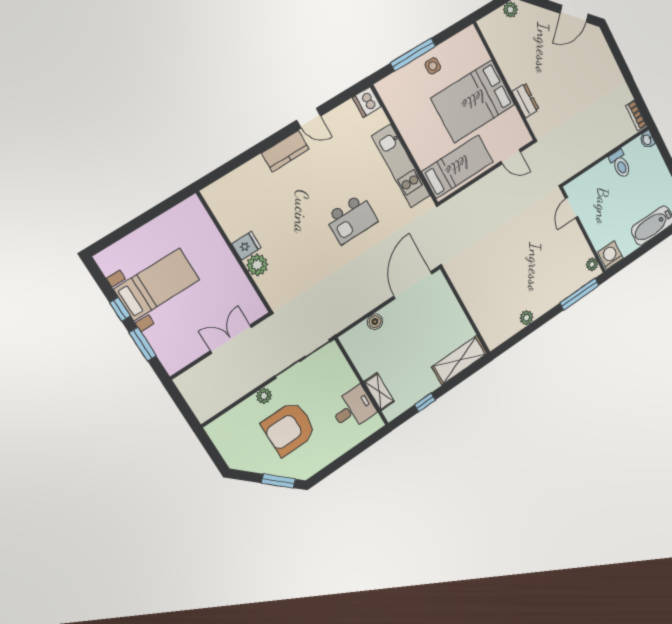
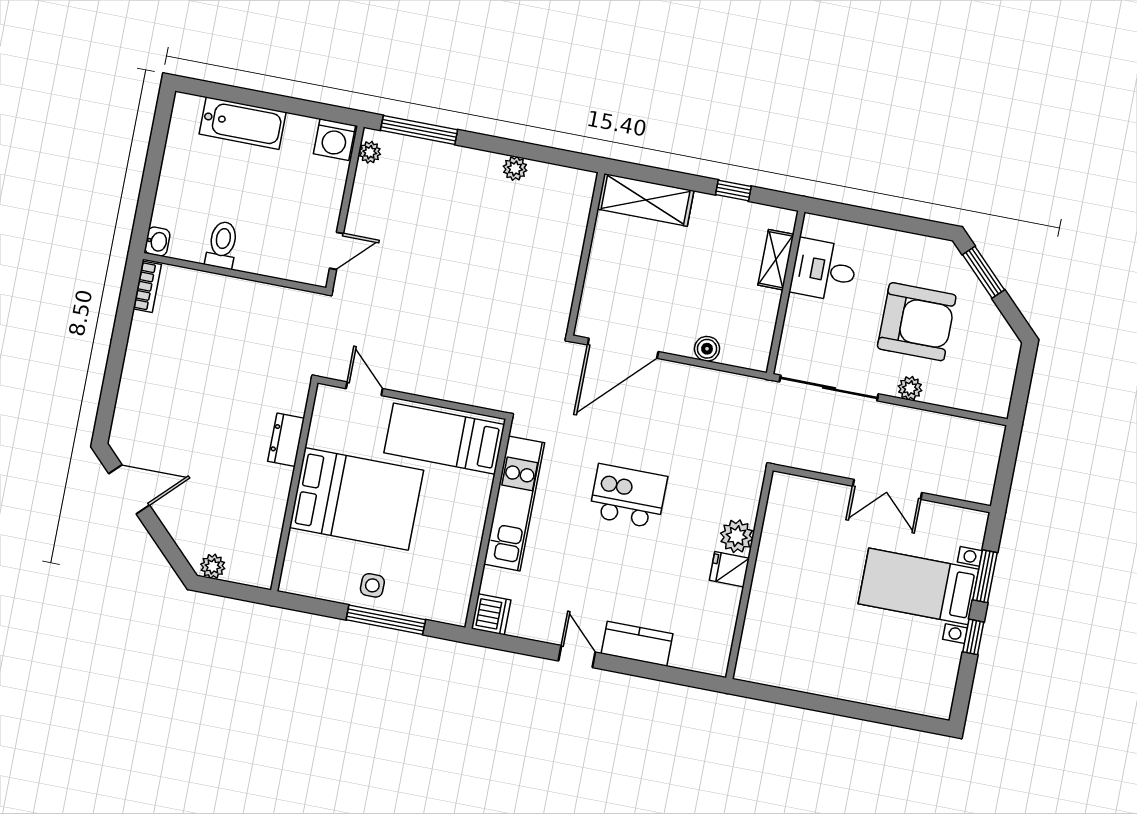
fridge: (246, 246) -> (729, 569), moved
wall: (234, 253) -> (749, 574), moved
plant: (257, 265) -> (737, 536), moved
bed with nightstands: (157, 284) -> (918, 586), moved

